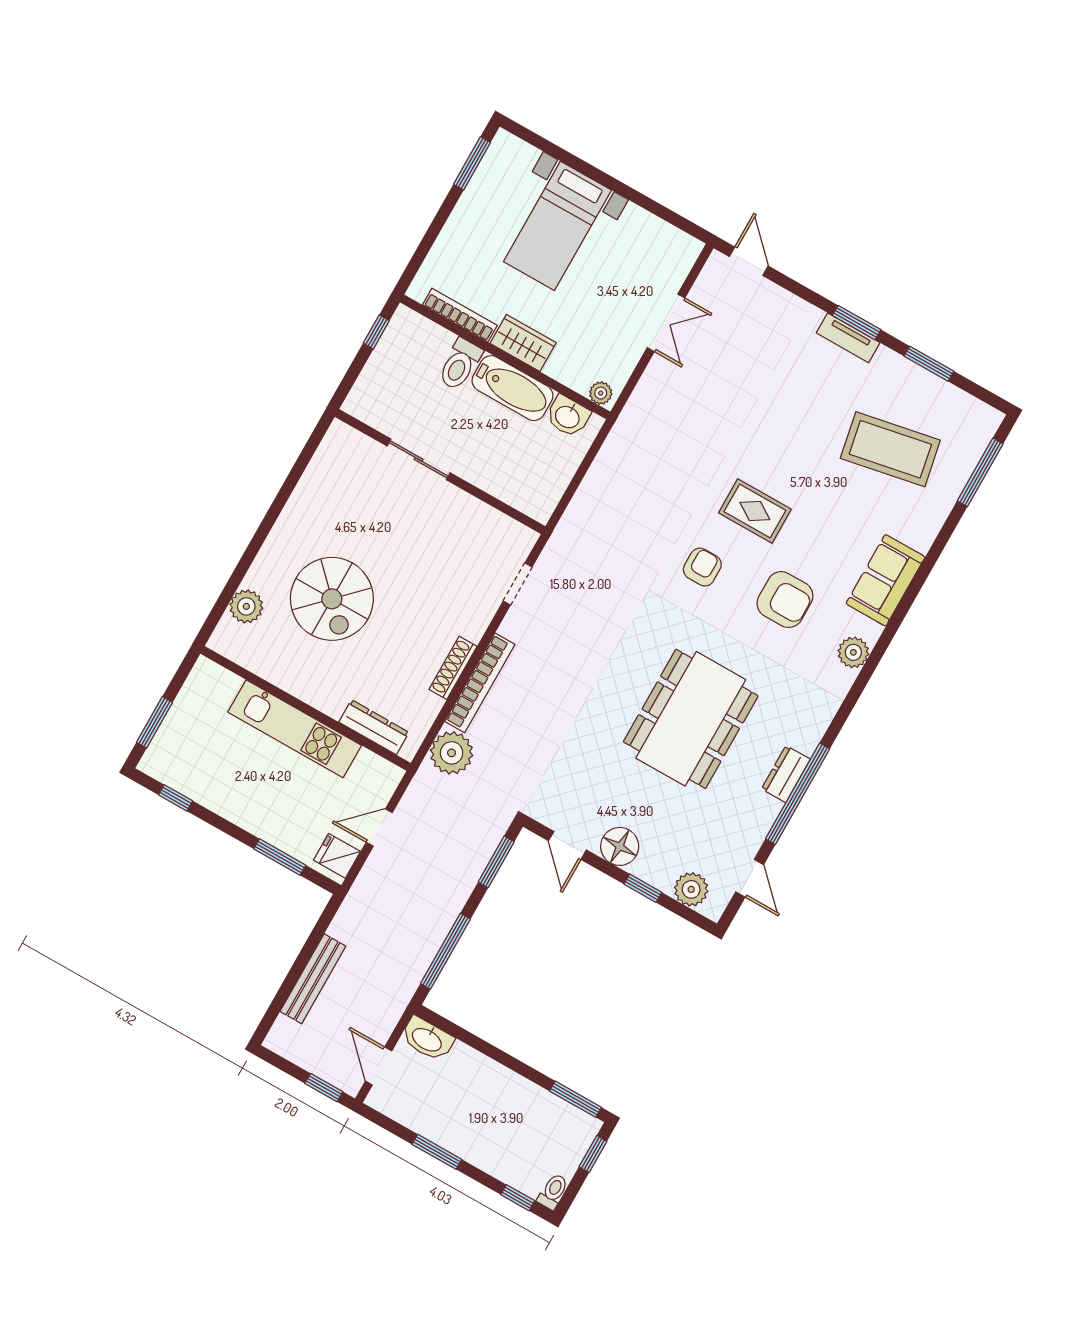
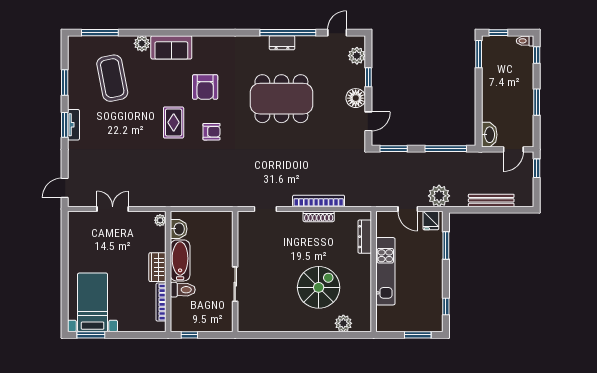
bed with nightstands: (557, 226) -> (93, 302), moved, turned -90
armchair: (702, 567) -> (212, 132), turned 180
armchair: (785, 600) -> (205, 87), turned 180
plant: (853, 652) -> (142, 43), moved
plant: (452, 753) -> (439, 196), moved

